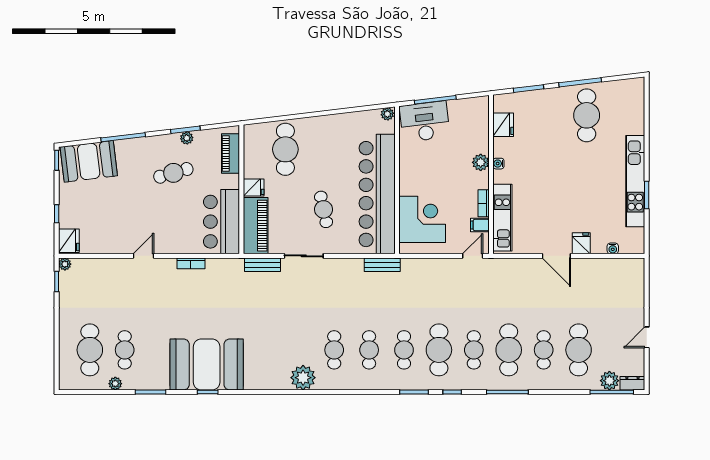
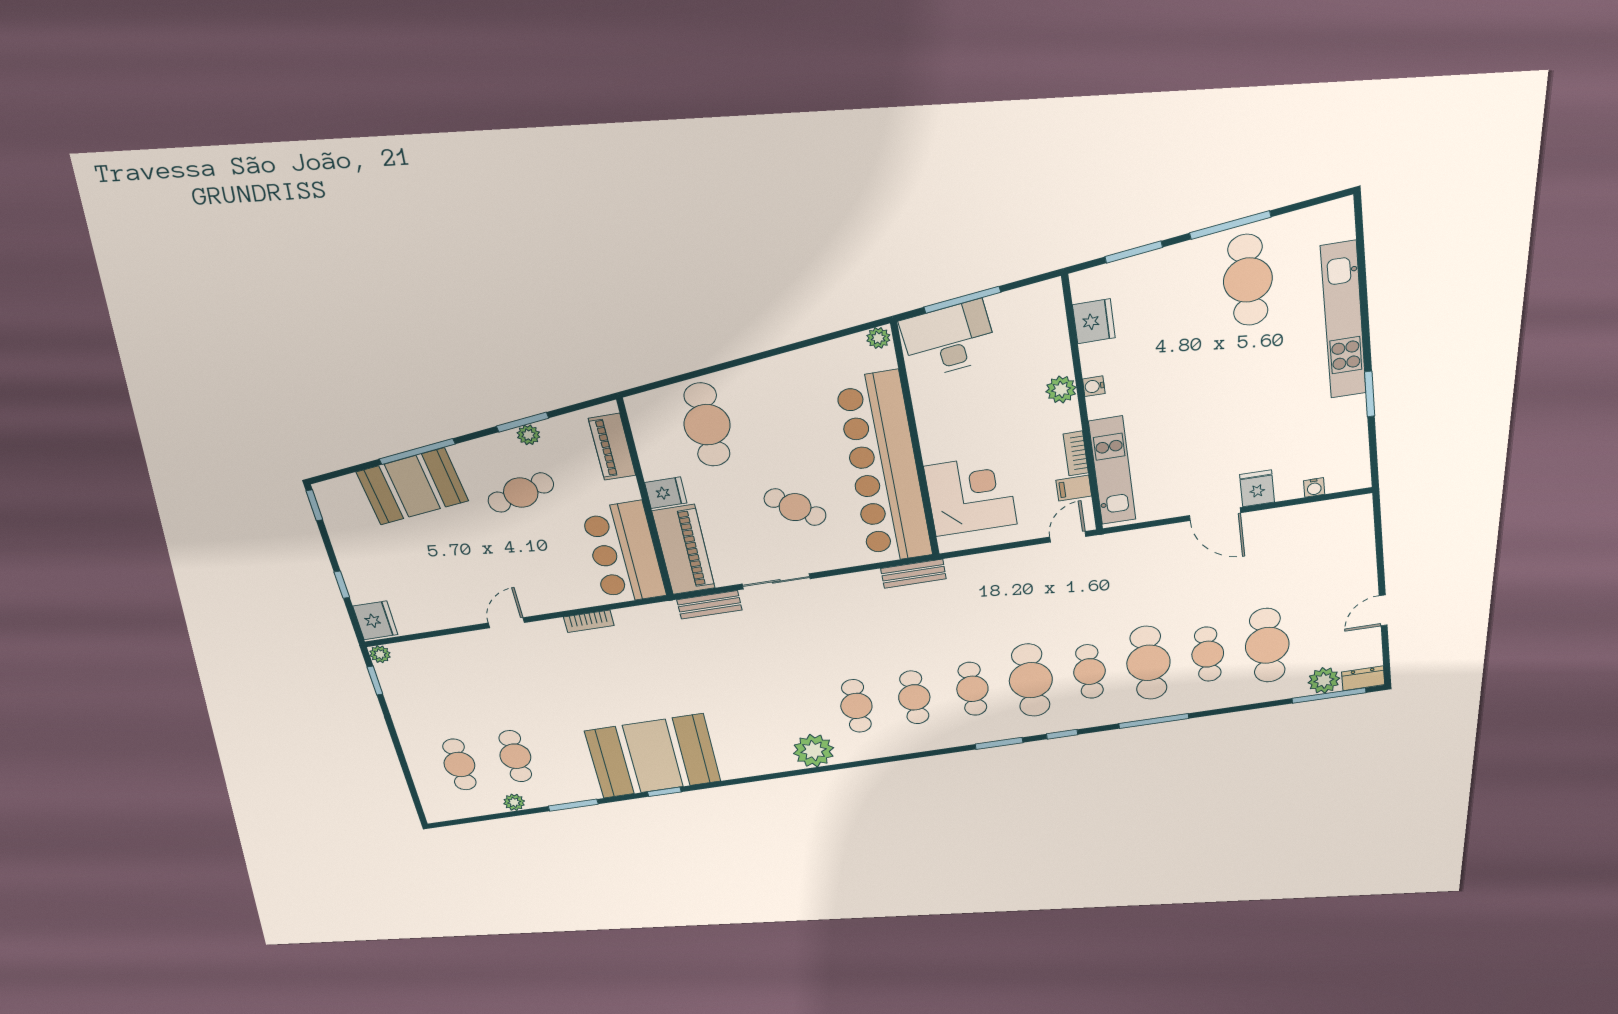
booth: (89, 161) -> (412, 486), moved
kitchen unit: (635, 181) -> (1343, 320), moved
cafe table: (324, 209) -> (795, 507), turned -41
cafe table: (90, 350) -> (459, 764), width x0.73, depth x0.74

